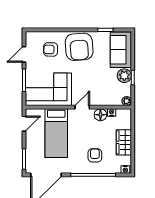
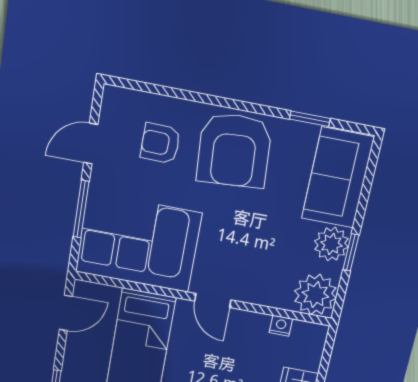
plant: (127, 101) -> (315, 295), width x1.87, depth x1.87
door: (82, 107) -> (213, 300), swing flipped
floor lamp: (100, 115) -> (253, 326), removed

